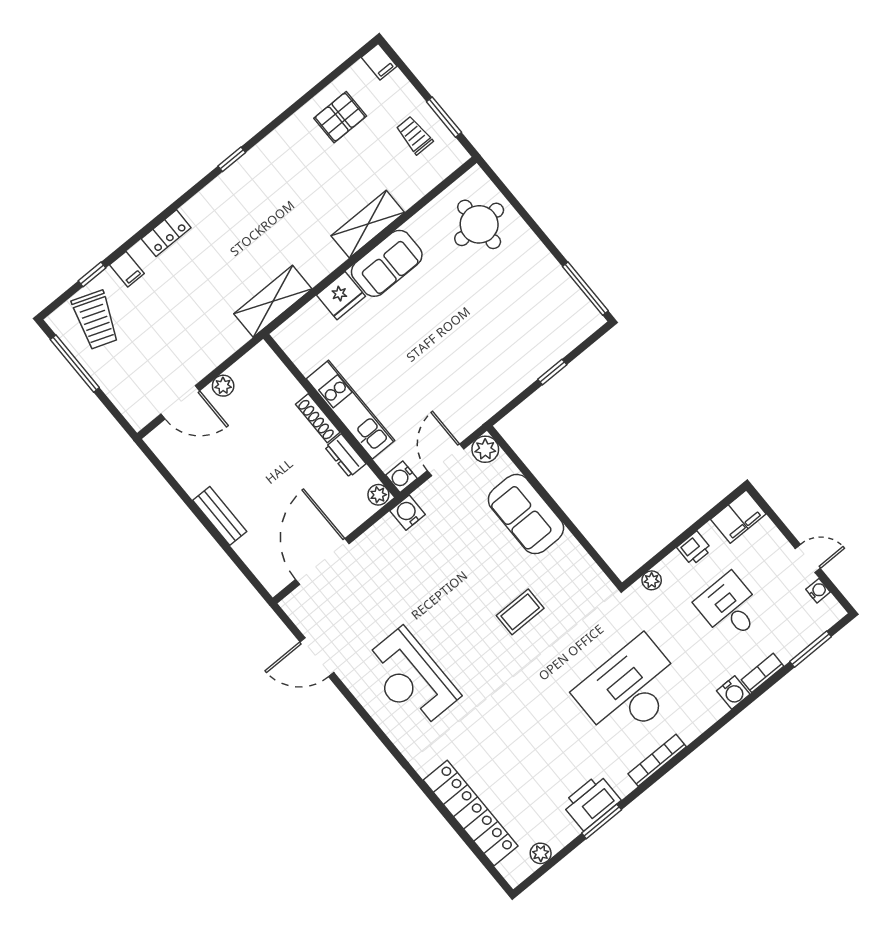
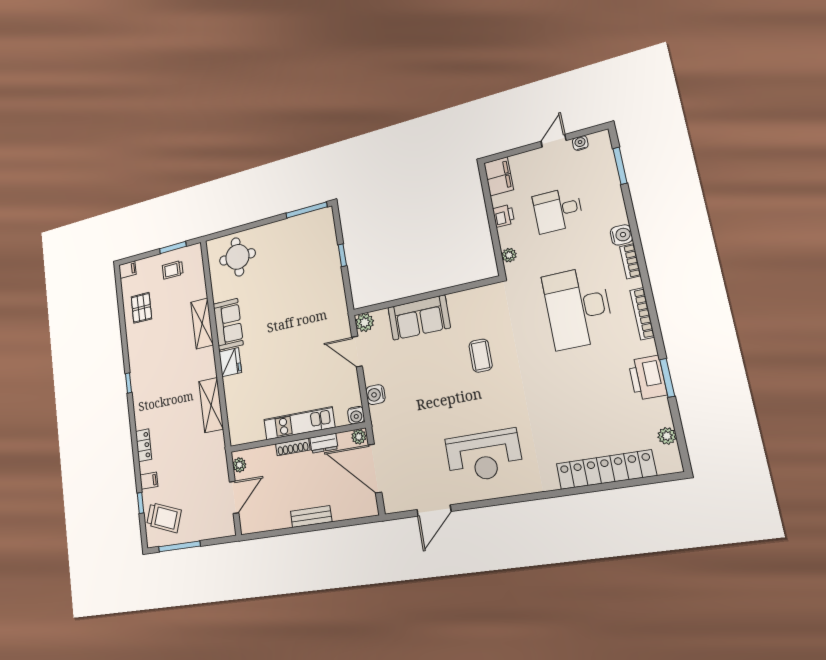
kitchen unit: (350, 410) -> (299, 423), moved
wall: (332, 416) -> (296, 437), moved
shoe rack: (318, 418) -> (293, 447), moved
dresser: (345, 456) -> (324, 443), moved
water cooler: (401, 477) -> (356, 415), moved
plant: (378, 495) -> (359, 437), moved
bookcase: (762, 673) -> (630, 261), moved

